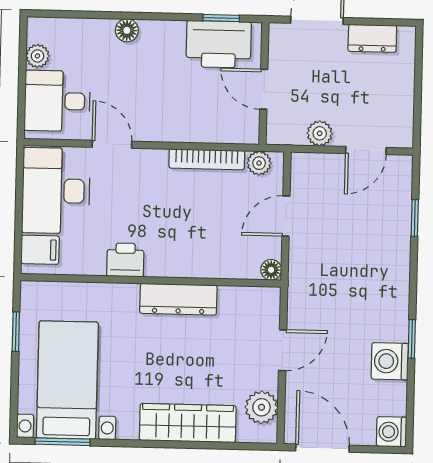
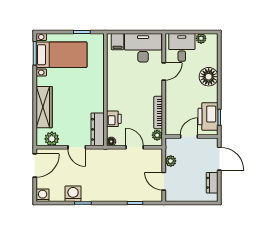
floor lamp: (127, 30) -> (209, 77), width x1.89, depth x1.89
printer: (125, 260) -> (114, 119), moved
dresser: (178, 299) -> (98, 129), moved

